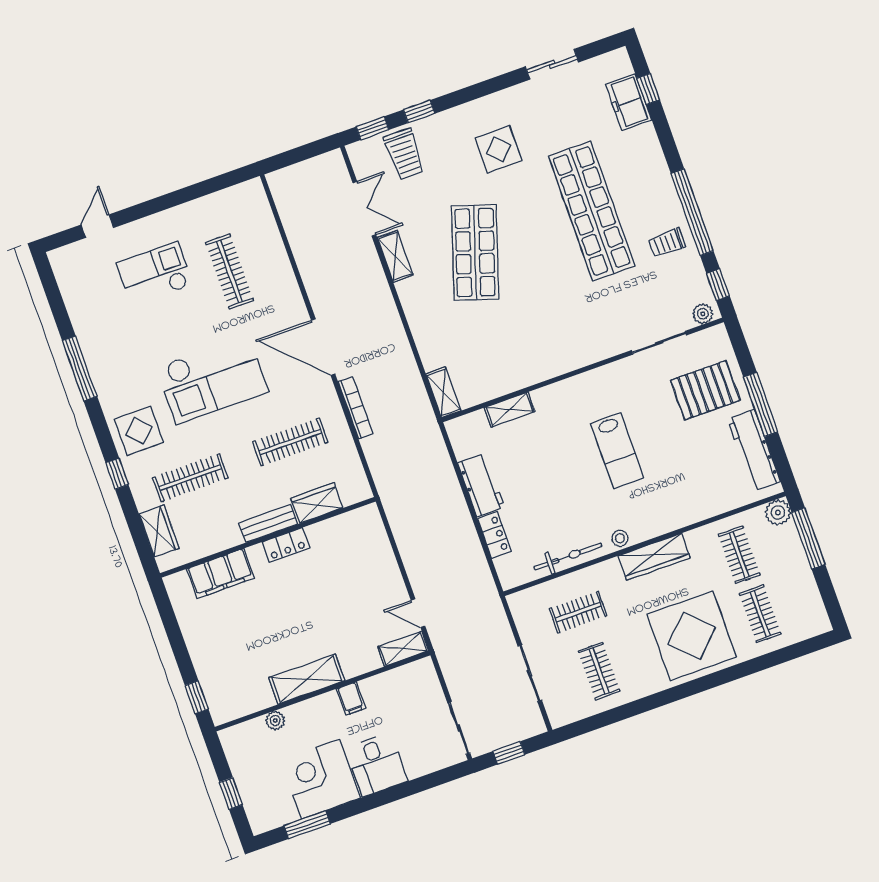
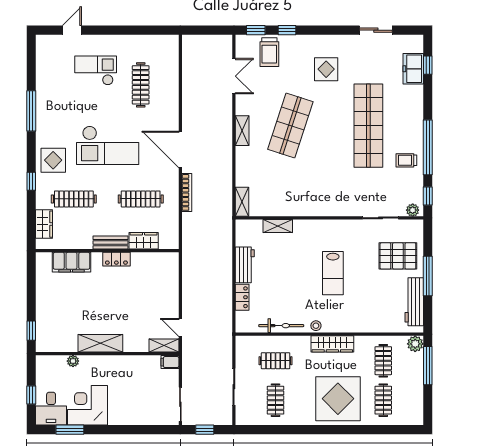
shelving: (395, 256) -> (242, 131), moved
filing cabinet: (351, 699) -> (170, 362), moved, turned 90
desk: (377, 765) -> (51, 409), moved

